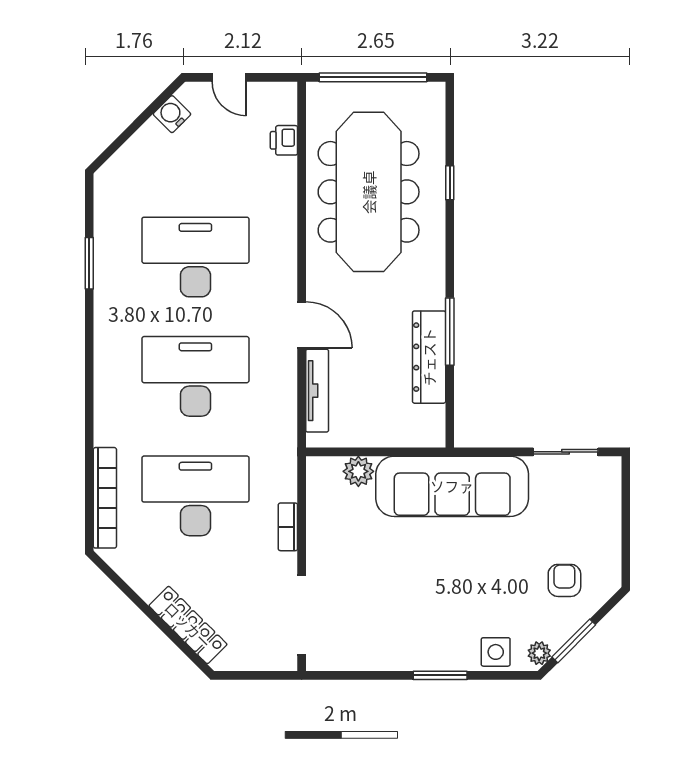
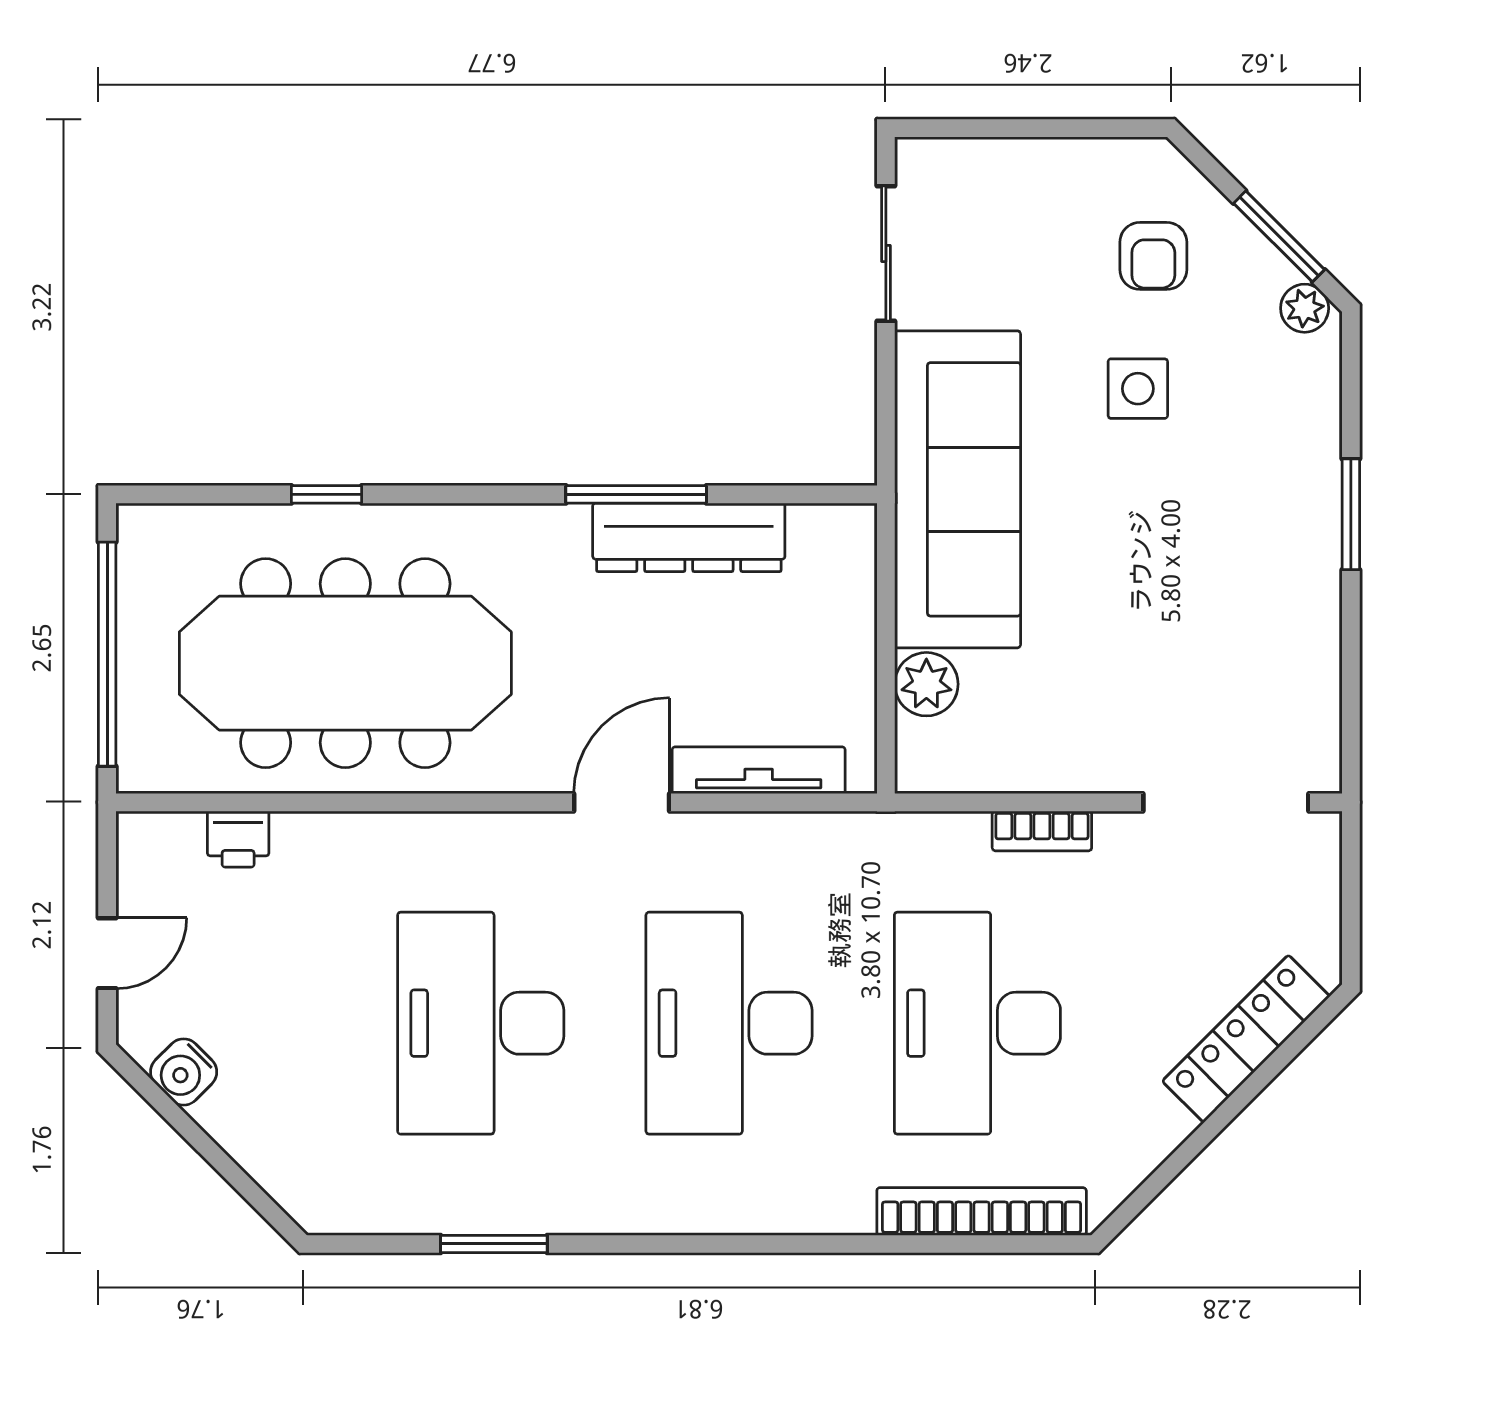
armchair: (564, 580) -> (1153, 256), turned -90
side table: (496, 652) -> (1138, 389), moved

